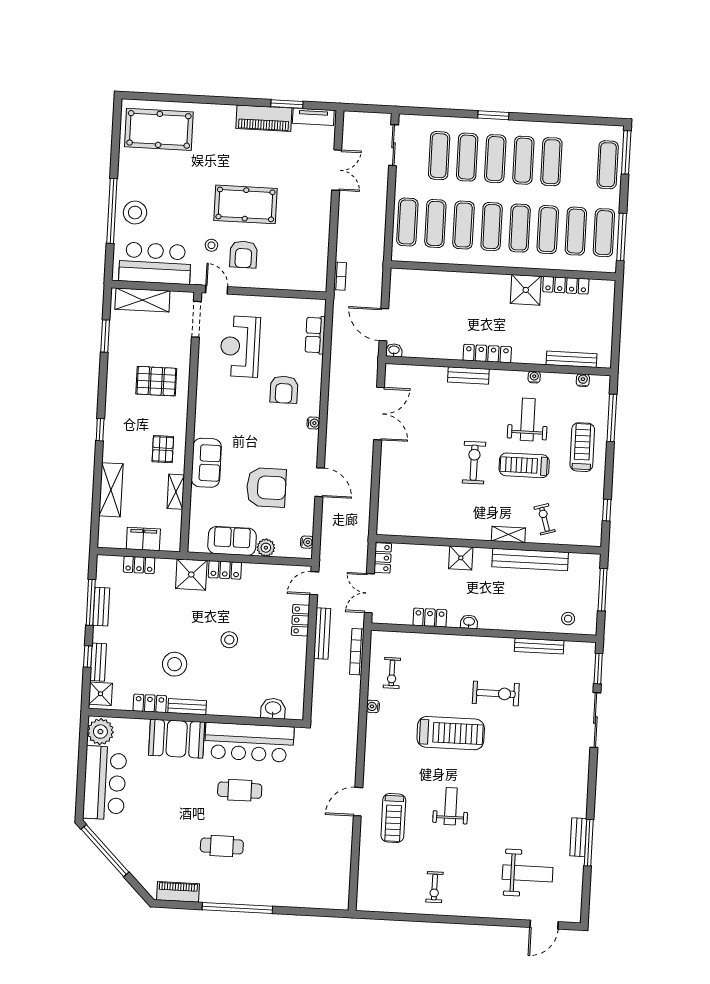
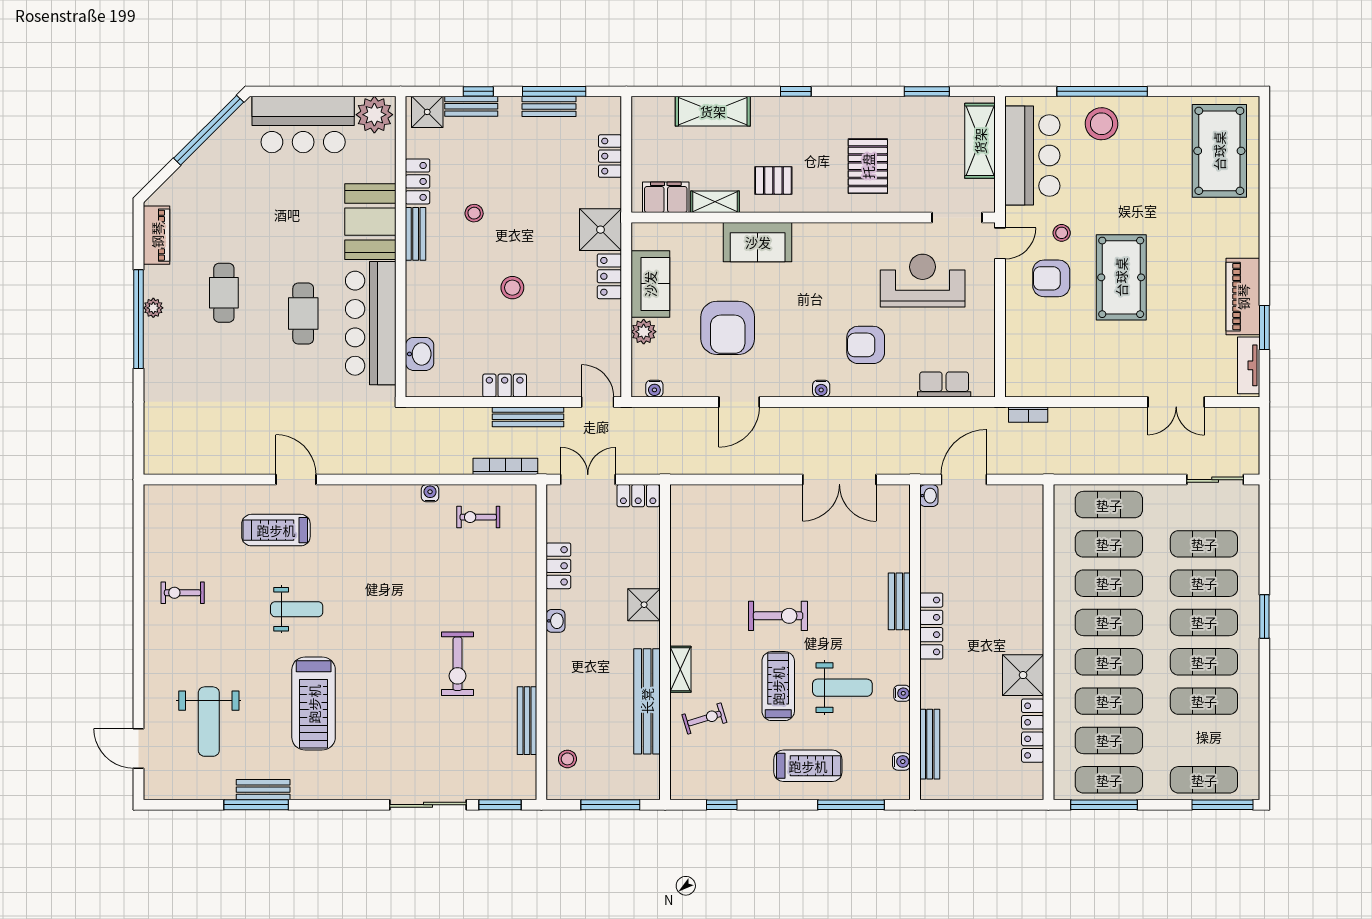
filing cabinet: (143, 539) -> (666, 197), moved, turned -90
locker: (300, 620) -> (505, 386), moved
stool: (175, 664) -> (474, 213), width x0.53, depth x0.53
treadmill: (451, 733) -> (314, 704), moved
plant: (230, 897) -> (153, 308), added

